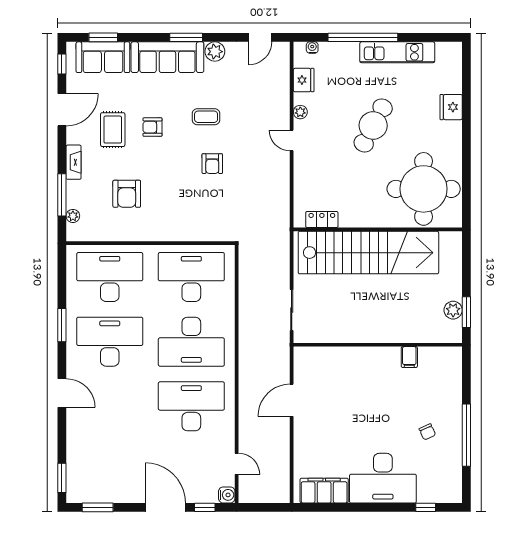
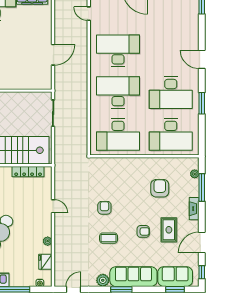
door: (292, 141) -> (53, 206), moved
locker: (322, 220) -> (28, 172), width x1.53
desk: (191, 406) -> (118, 51), turned 180

